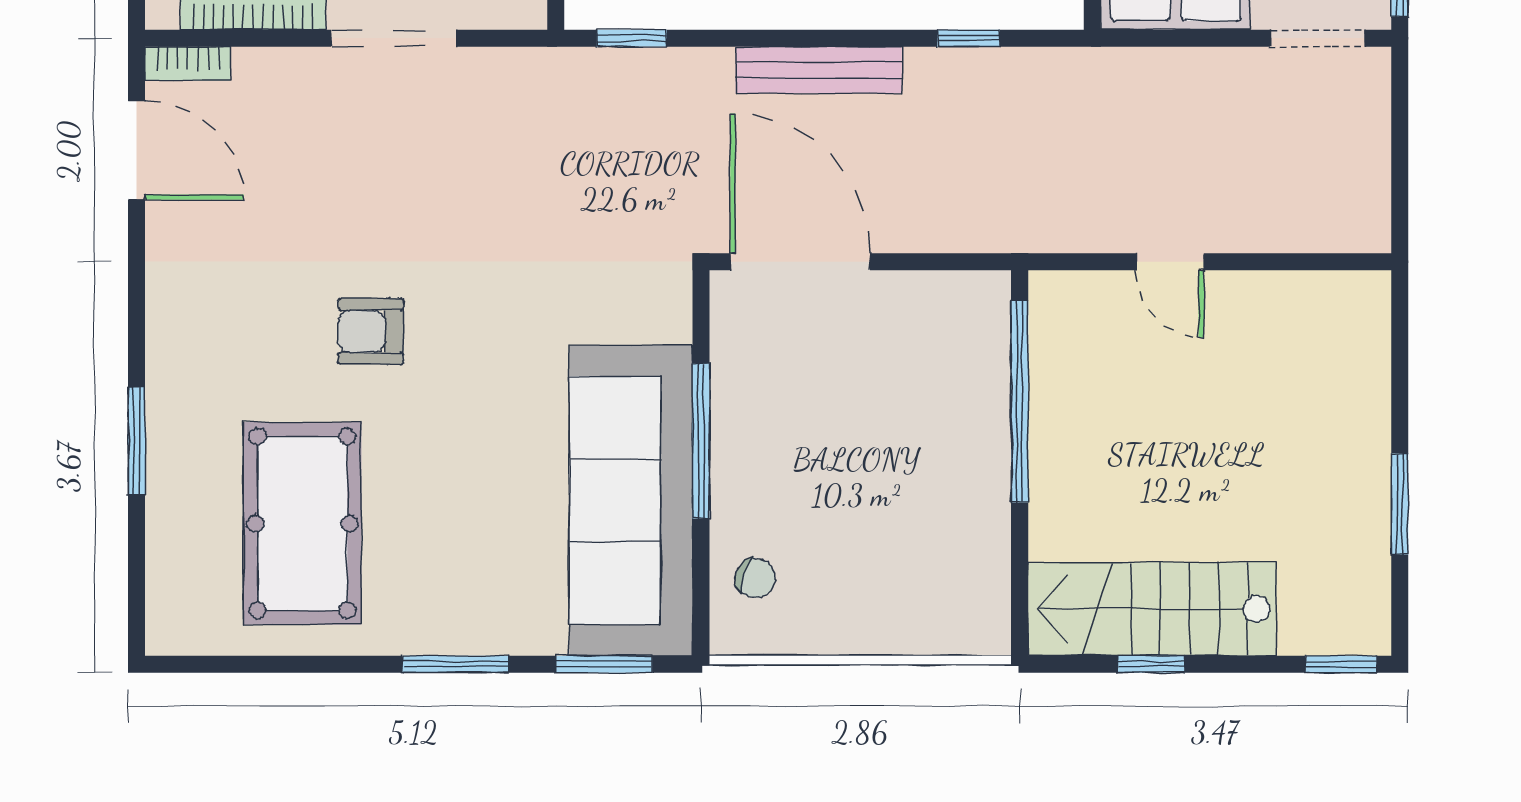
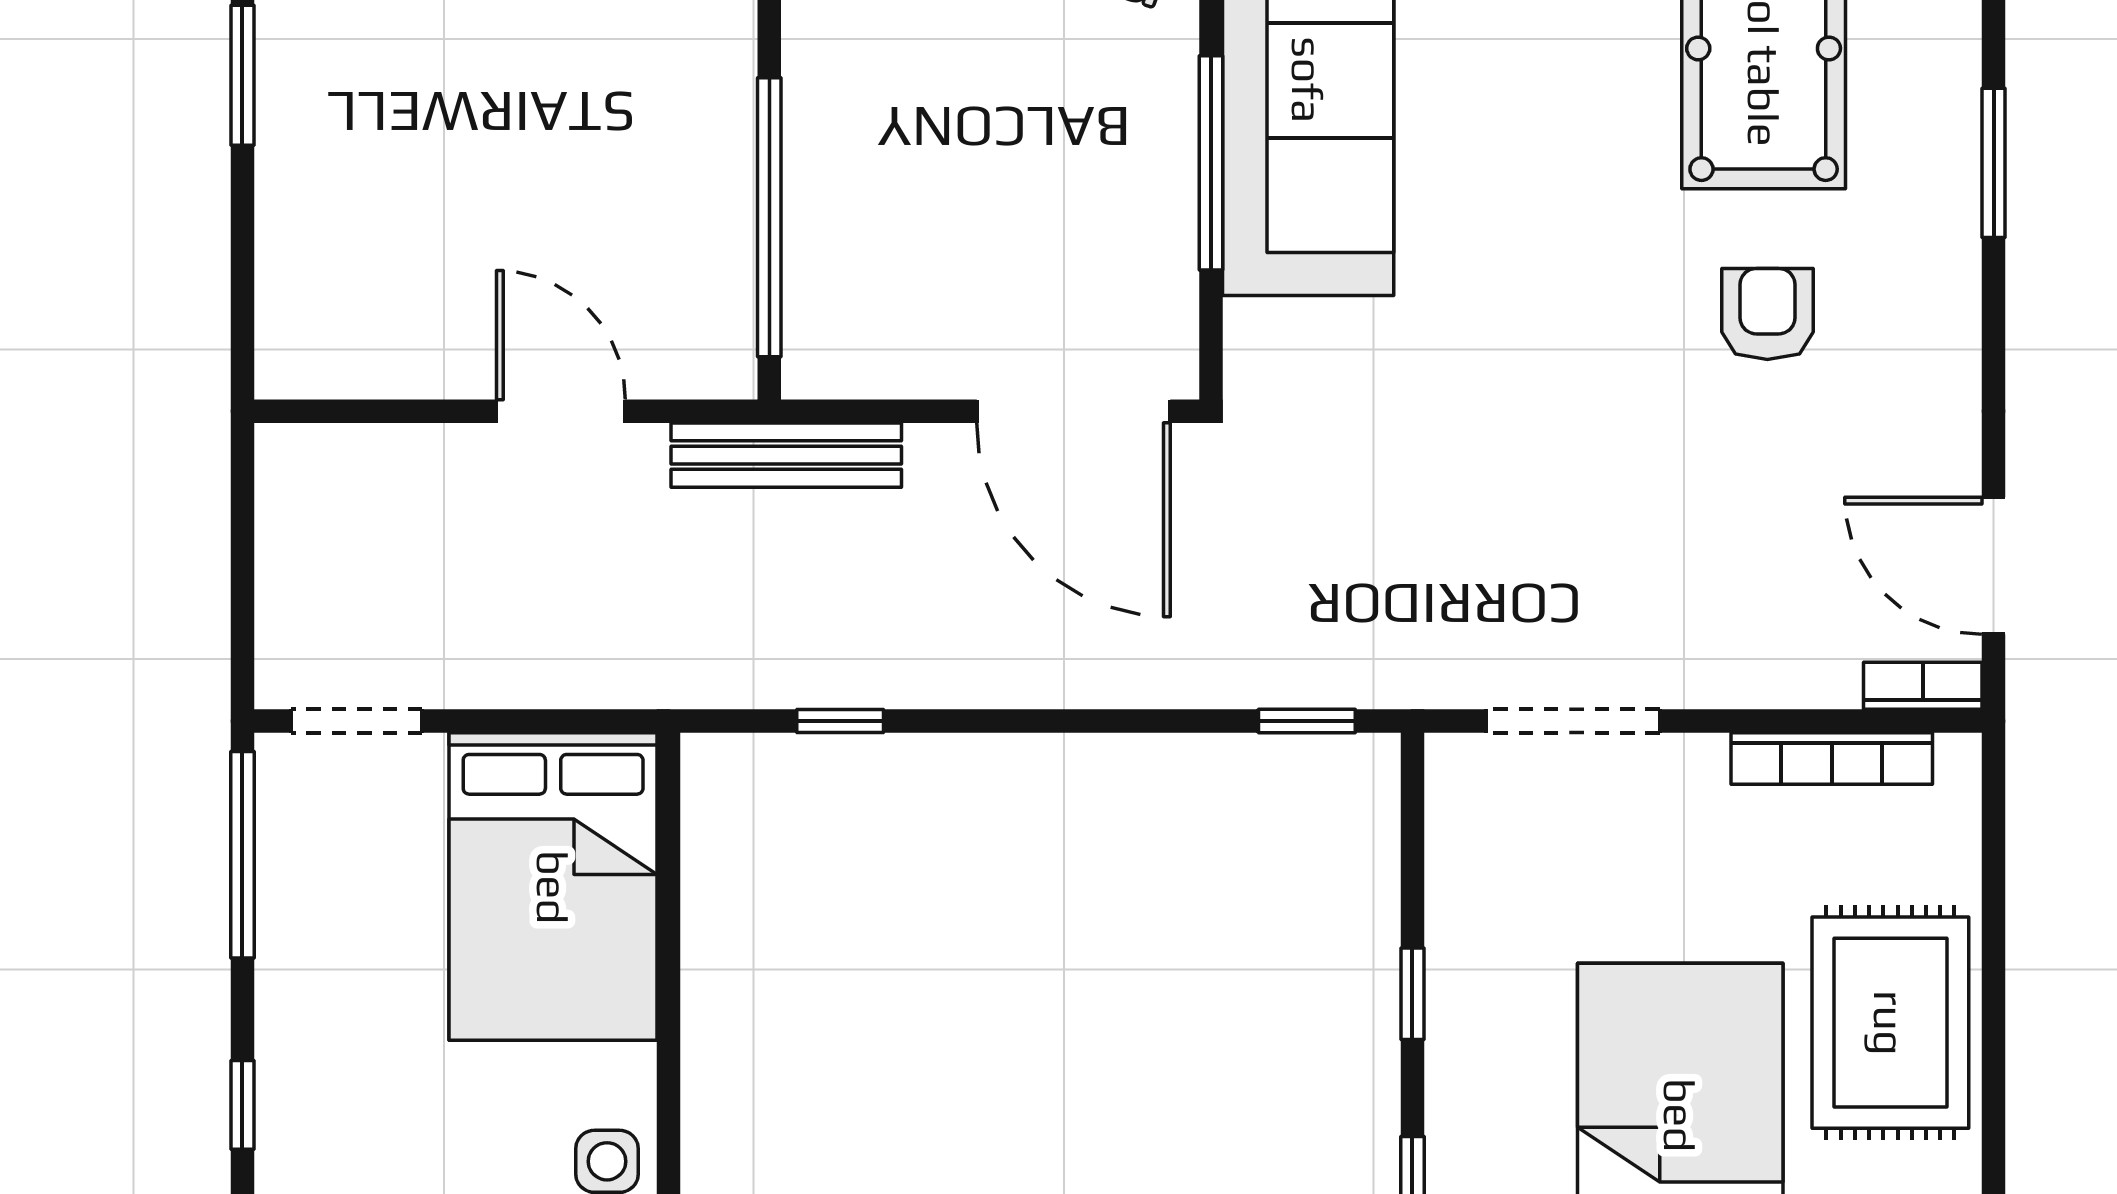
doorway: (394, 38) -> (1573, 721), moved
bench: (819, 70) -> (786, 455), moved
door: (1170, 262) -> (561, 411), width x1.38
armchair: (371, 331) -> (1767, 314), moved, turned -90

